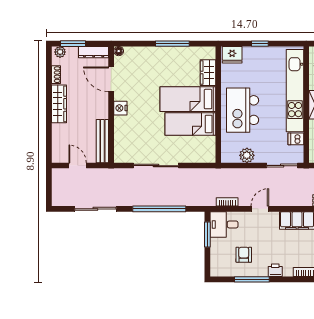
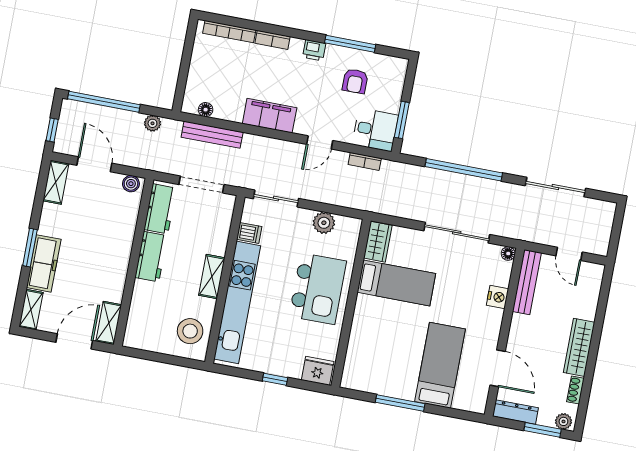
floor lamp: (119, 51) -> (508, 254), moved
wardrobe: (208, 73) -> (378, 242), moved
bed: (188, 99) -> (440, 365), moved, turned -90
nightstand: (120, 108) -> (497, 297), moved

